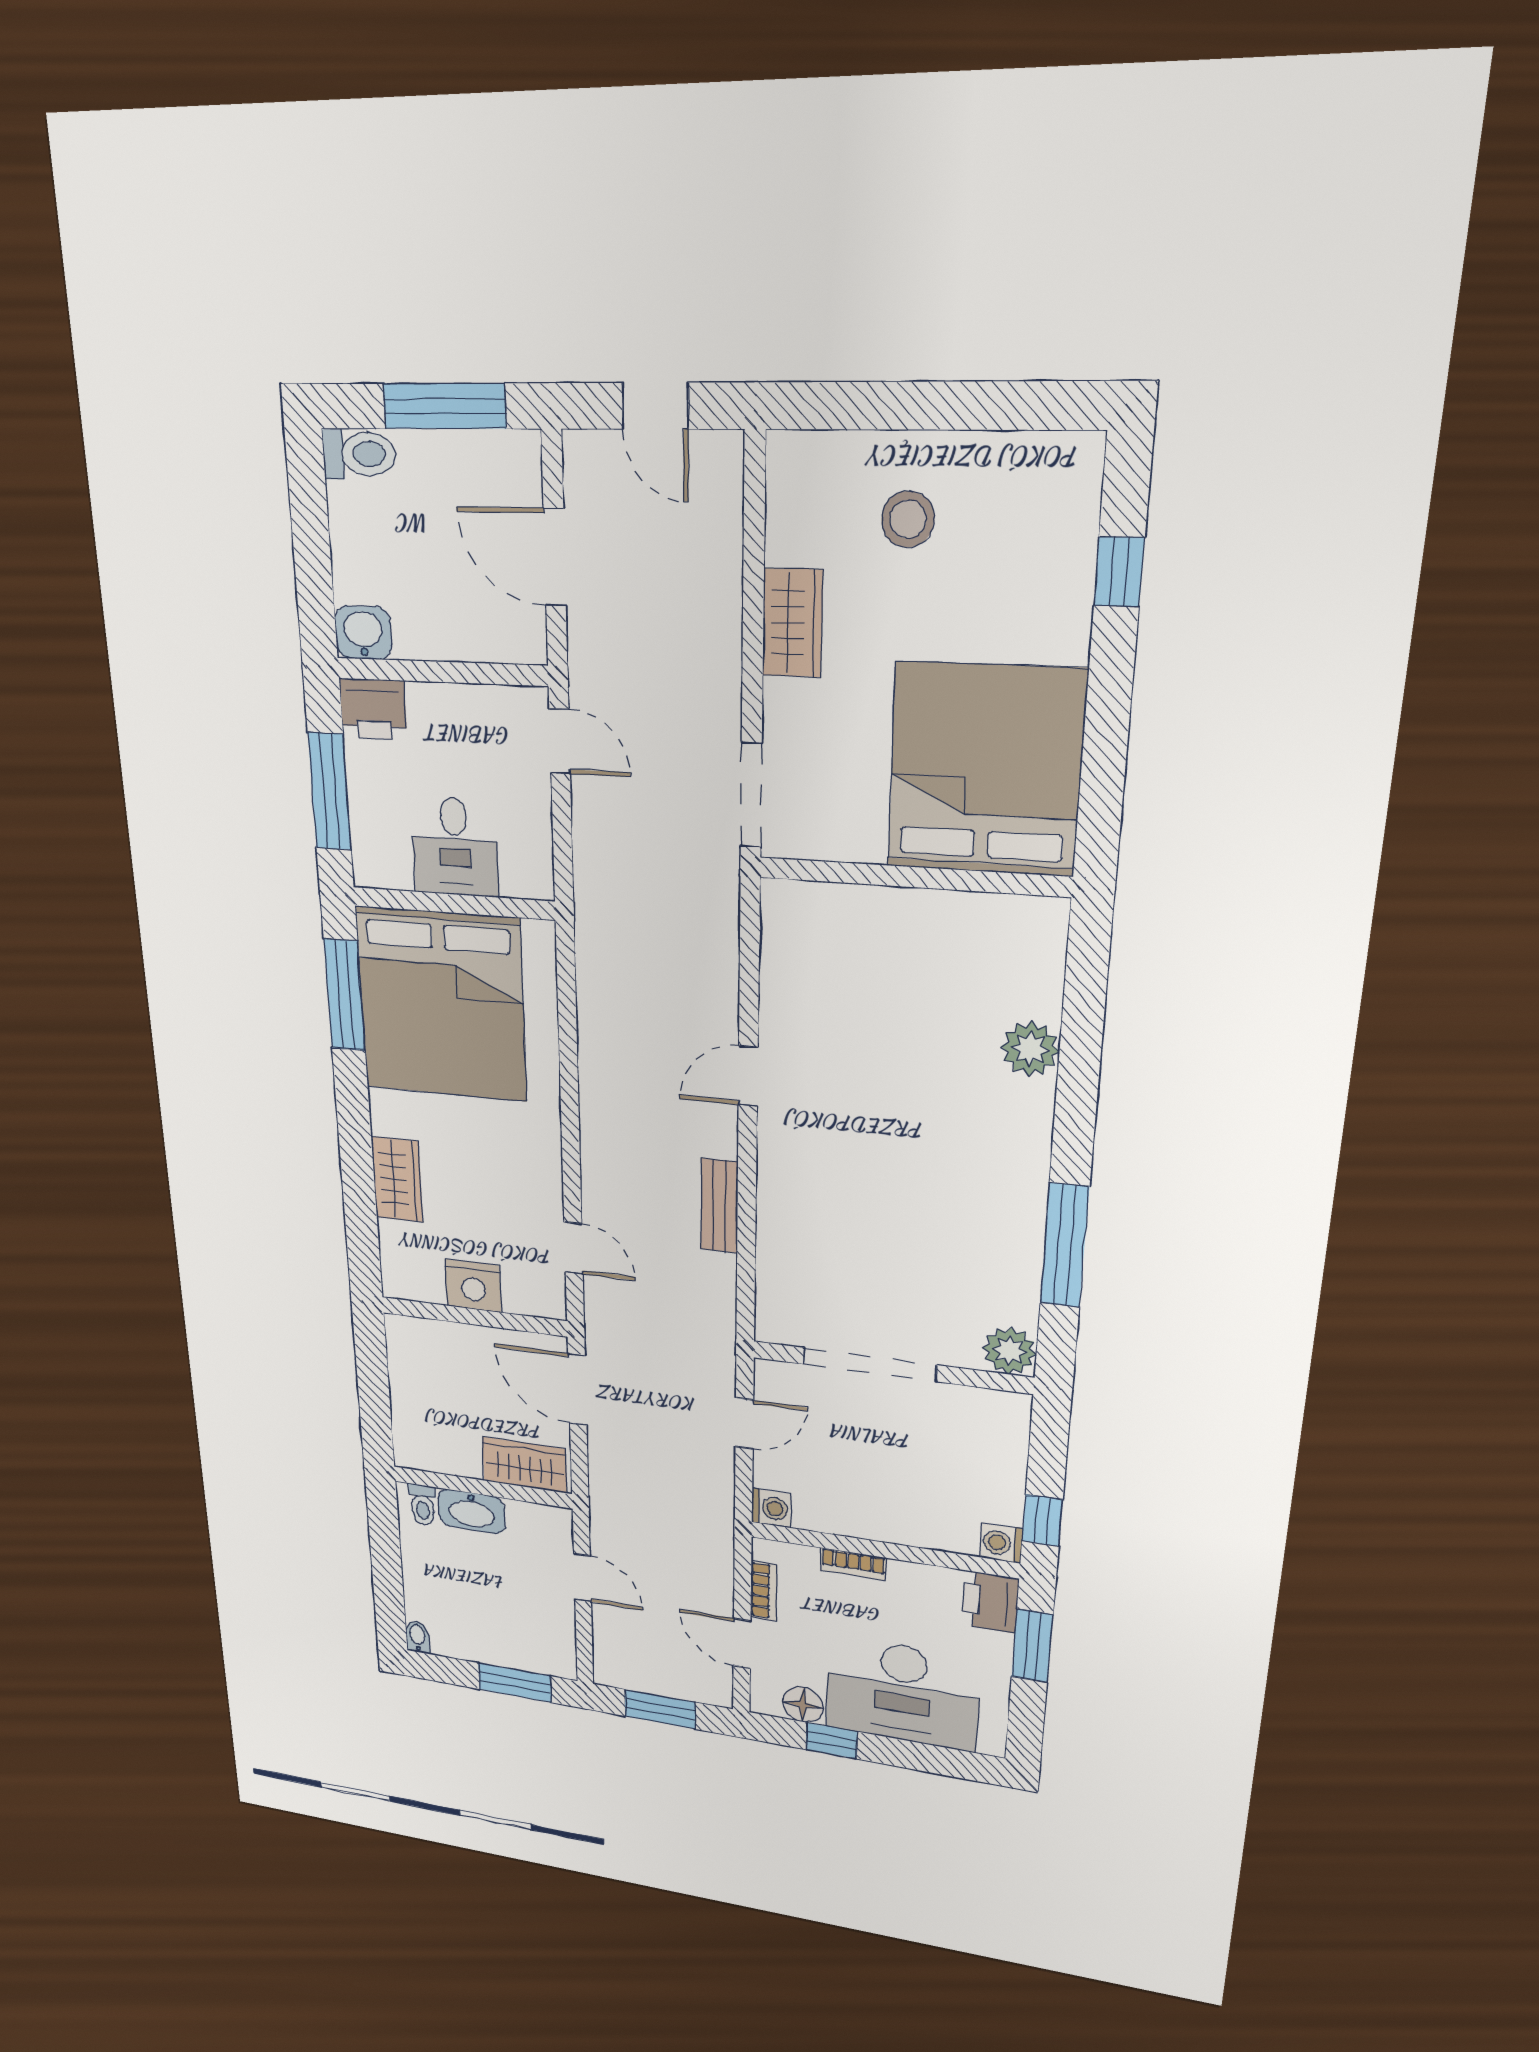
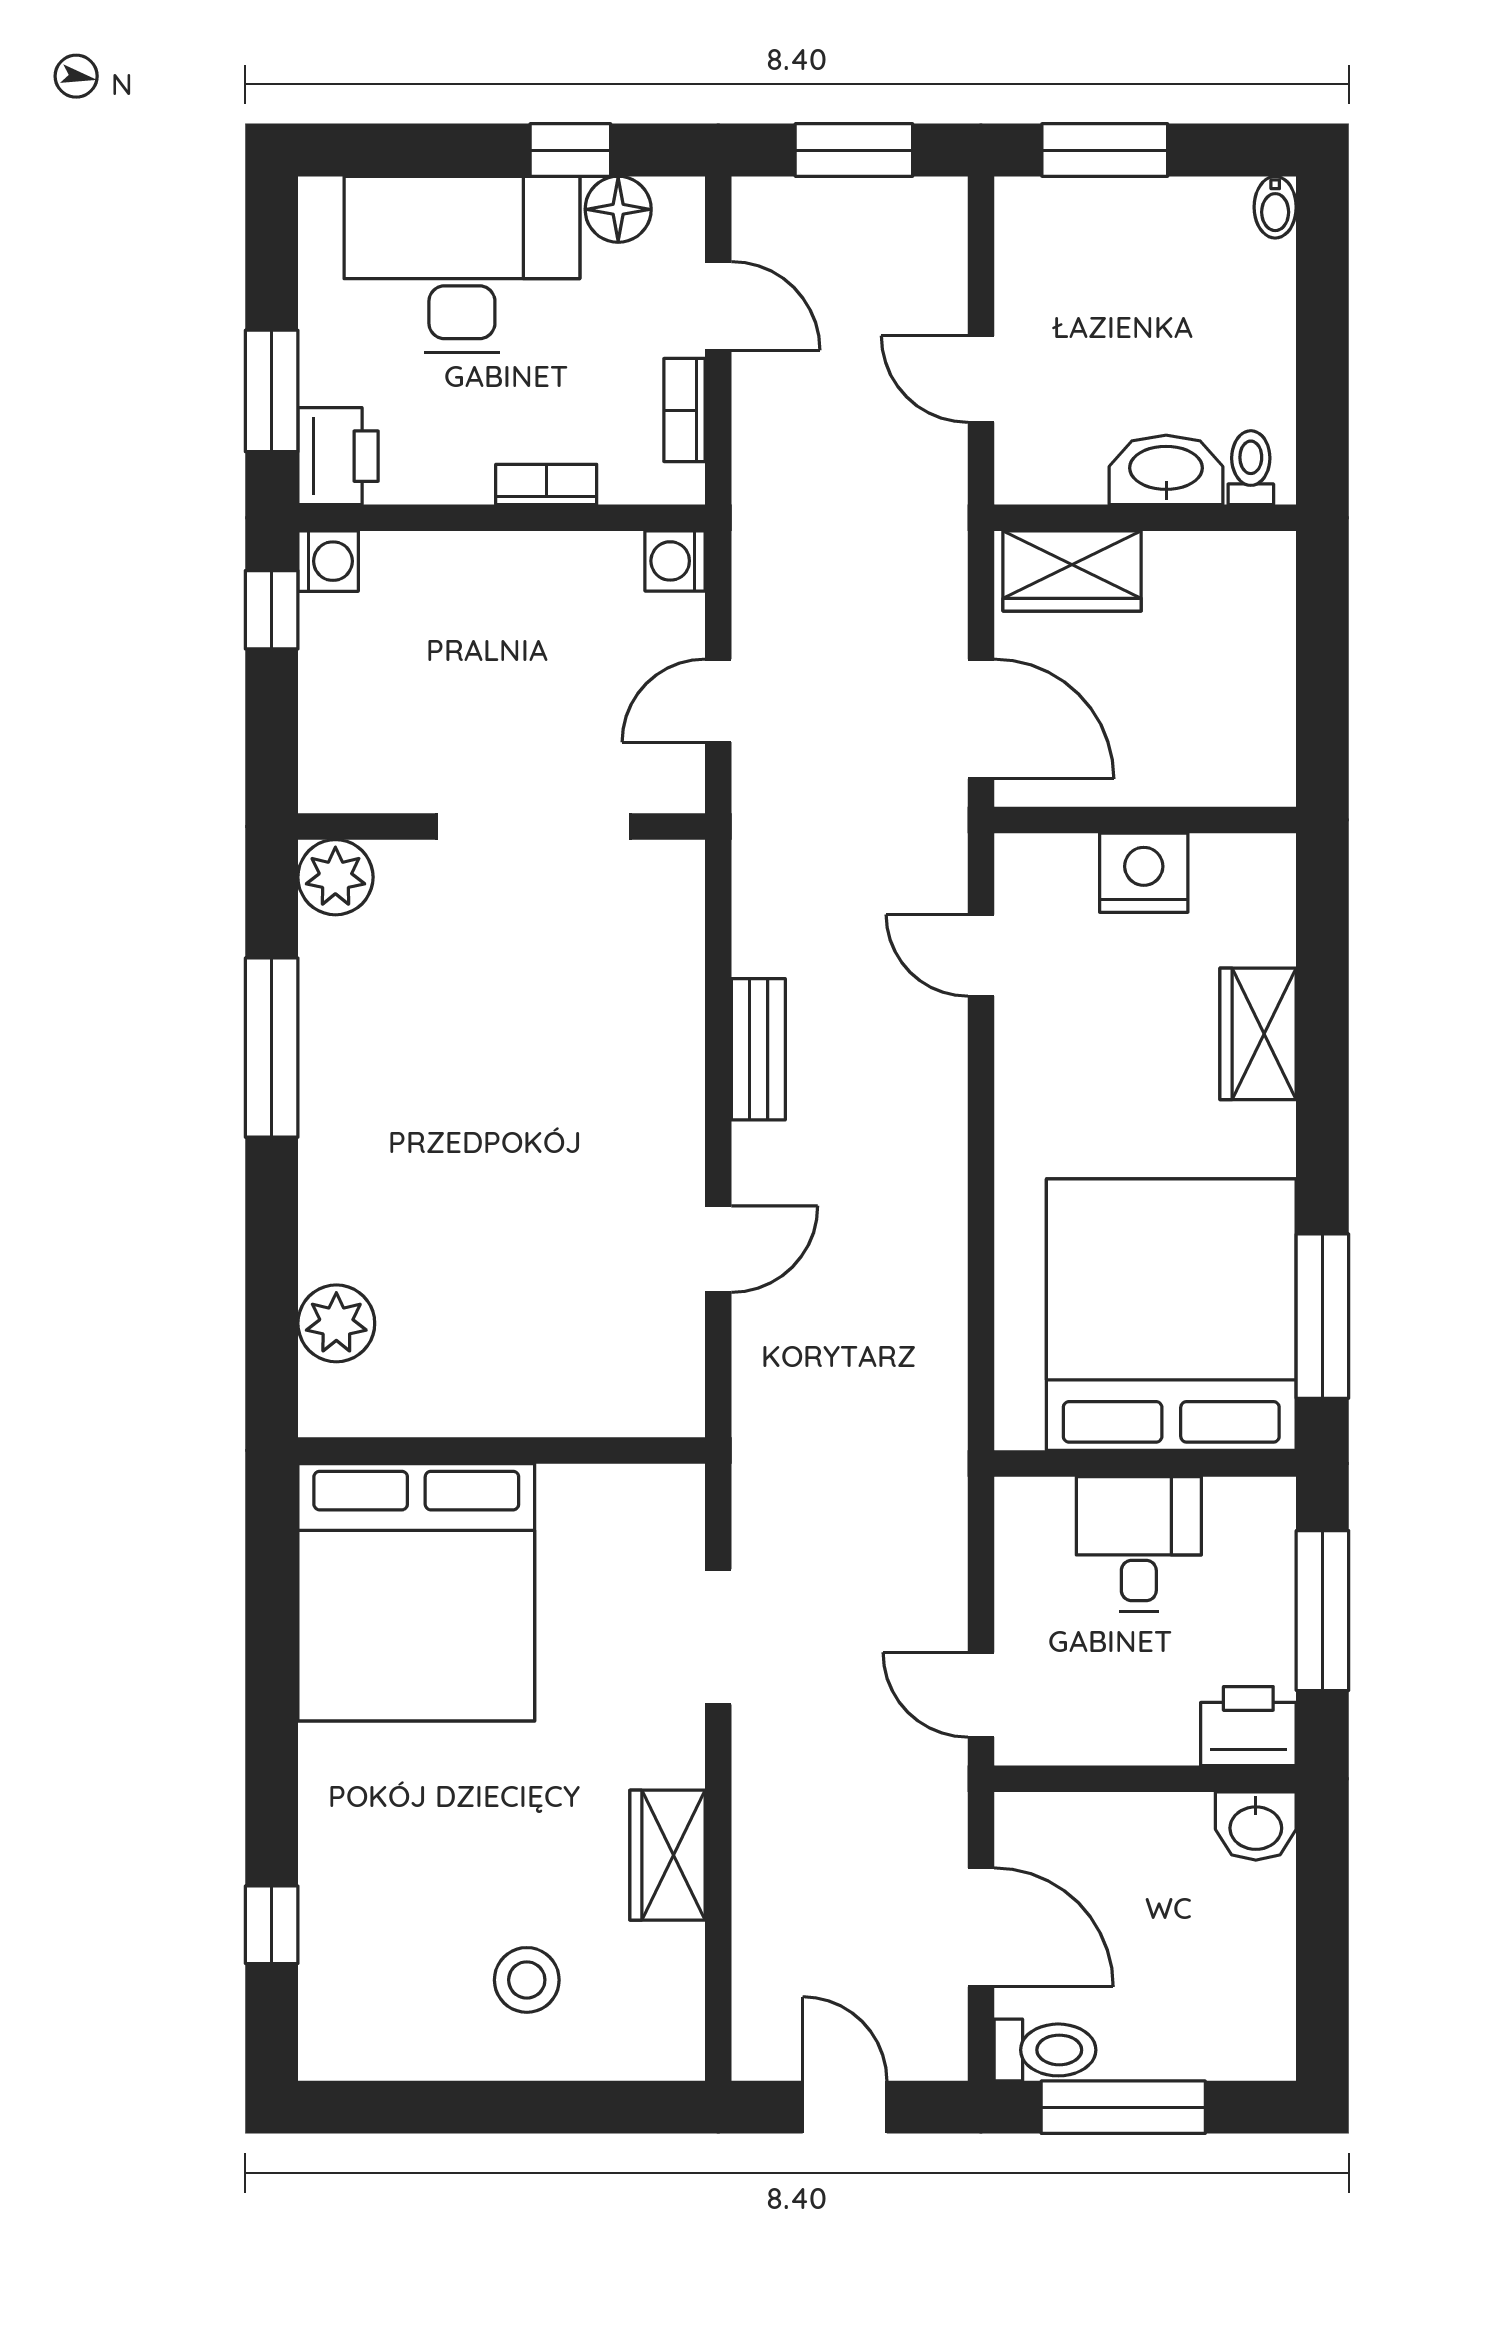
toilet: (359, 454) -> (1045, 2050), moved, turned 180
bed: (985, 770) -> (416, 1592), moved
wall: (913, 877) -> (502, 1450), moved

